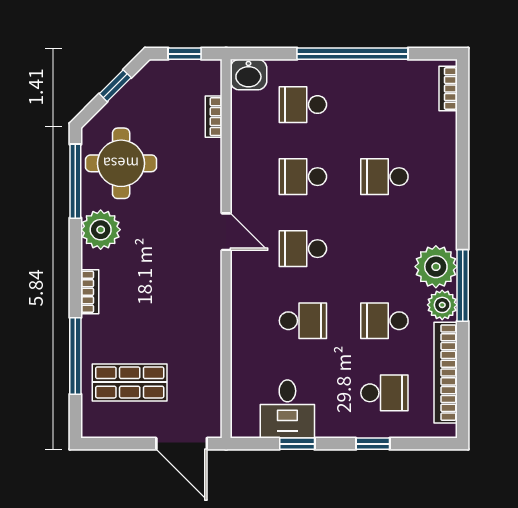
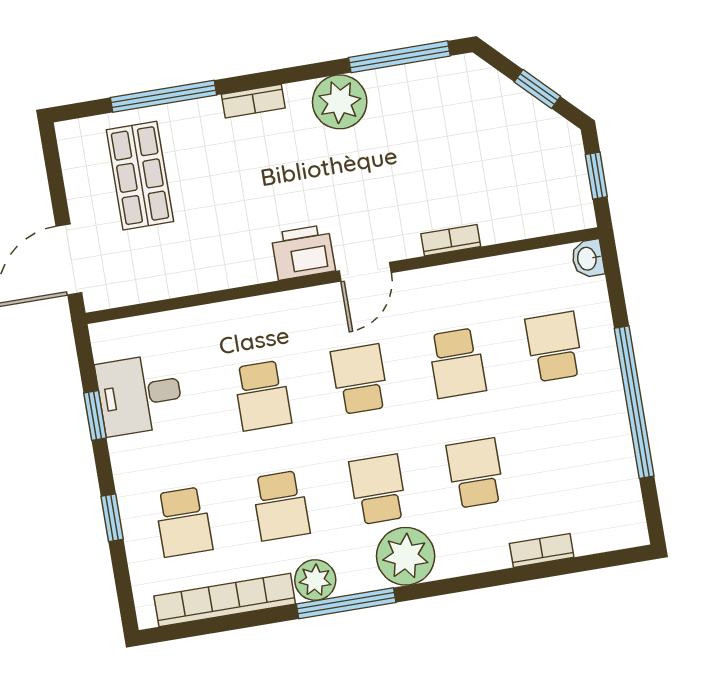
washbasin: (248, 75) -> (588, 259), width x0.72, depth x0.69
bookcase: (448, 89) -> (542, 550), moved
bookcase: (214, 117) -> (451, 240), moved
round table: (121, 163) -> (434, 114), removed
school desk: (303, 177) -> (457, 363), turned 180
school desk: (384, 249) -> (378, 489), added
plant: (436, 267) -> (406, 556), moved
printer: (205, 274) -> (303, 252), added
school desk: (384, 321) -> (281, 506), turned 180

